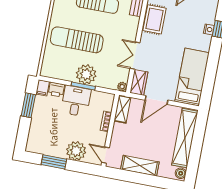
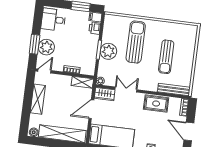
door: (156, 100) -> (91, 109), hinge flipped
desk: (76, 101) -> (53, 20), moved, turned 180
window: (54, 162) -> (35, 44), moved

